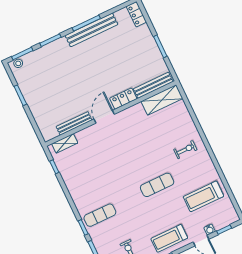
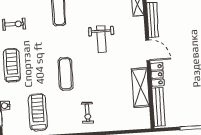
shelving: (162, 100) -> (140, 88), moved
weight bench: (111, 164) -> (102, 39), added

